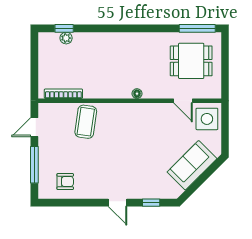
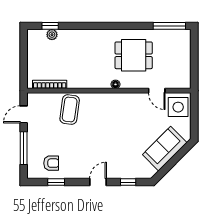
dining table: (191, 61) -> (134, 55), moved
window: (71, 203) -> (56, 182), added
door: (118, 203) -> (98, 182), swing flipped

